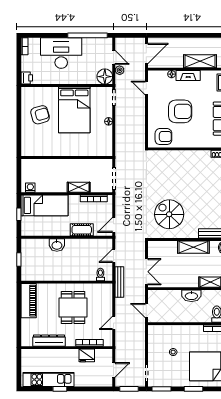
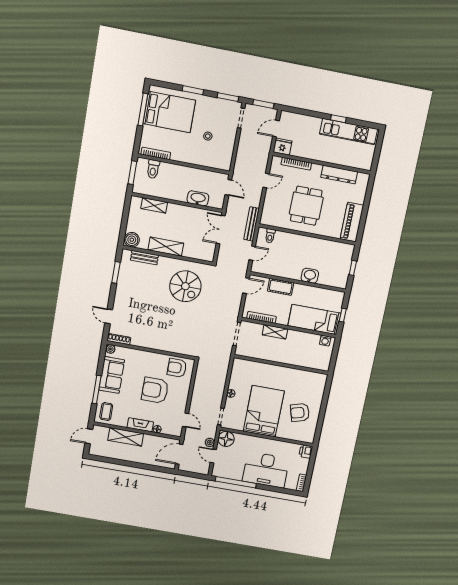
washbasin: (191, 296) -> (198, 198), moved
fridge: (87, 355) -> (282, 147), moved

